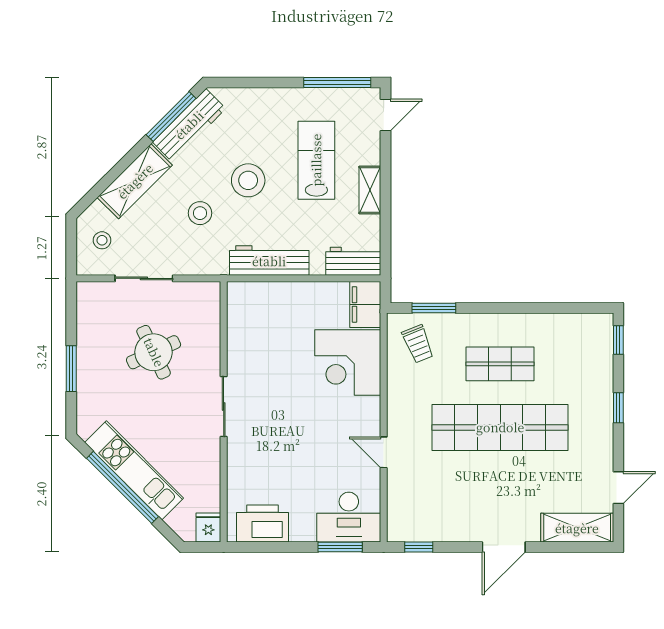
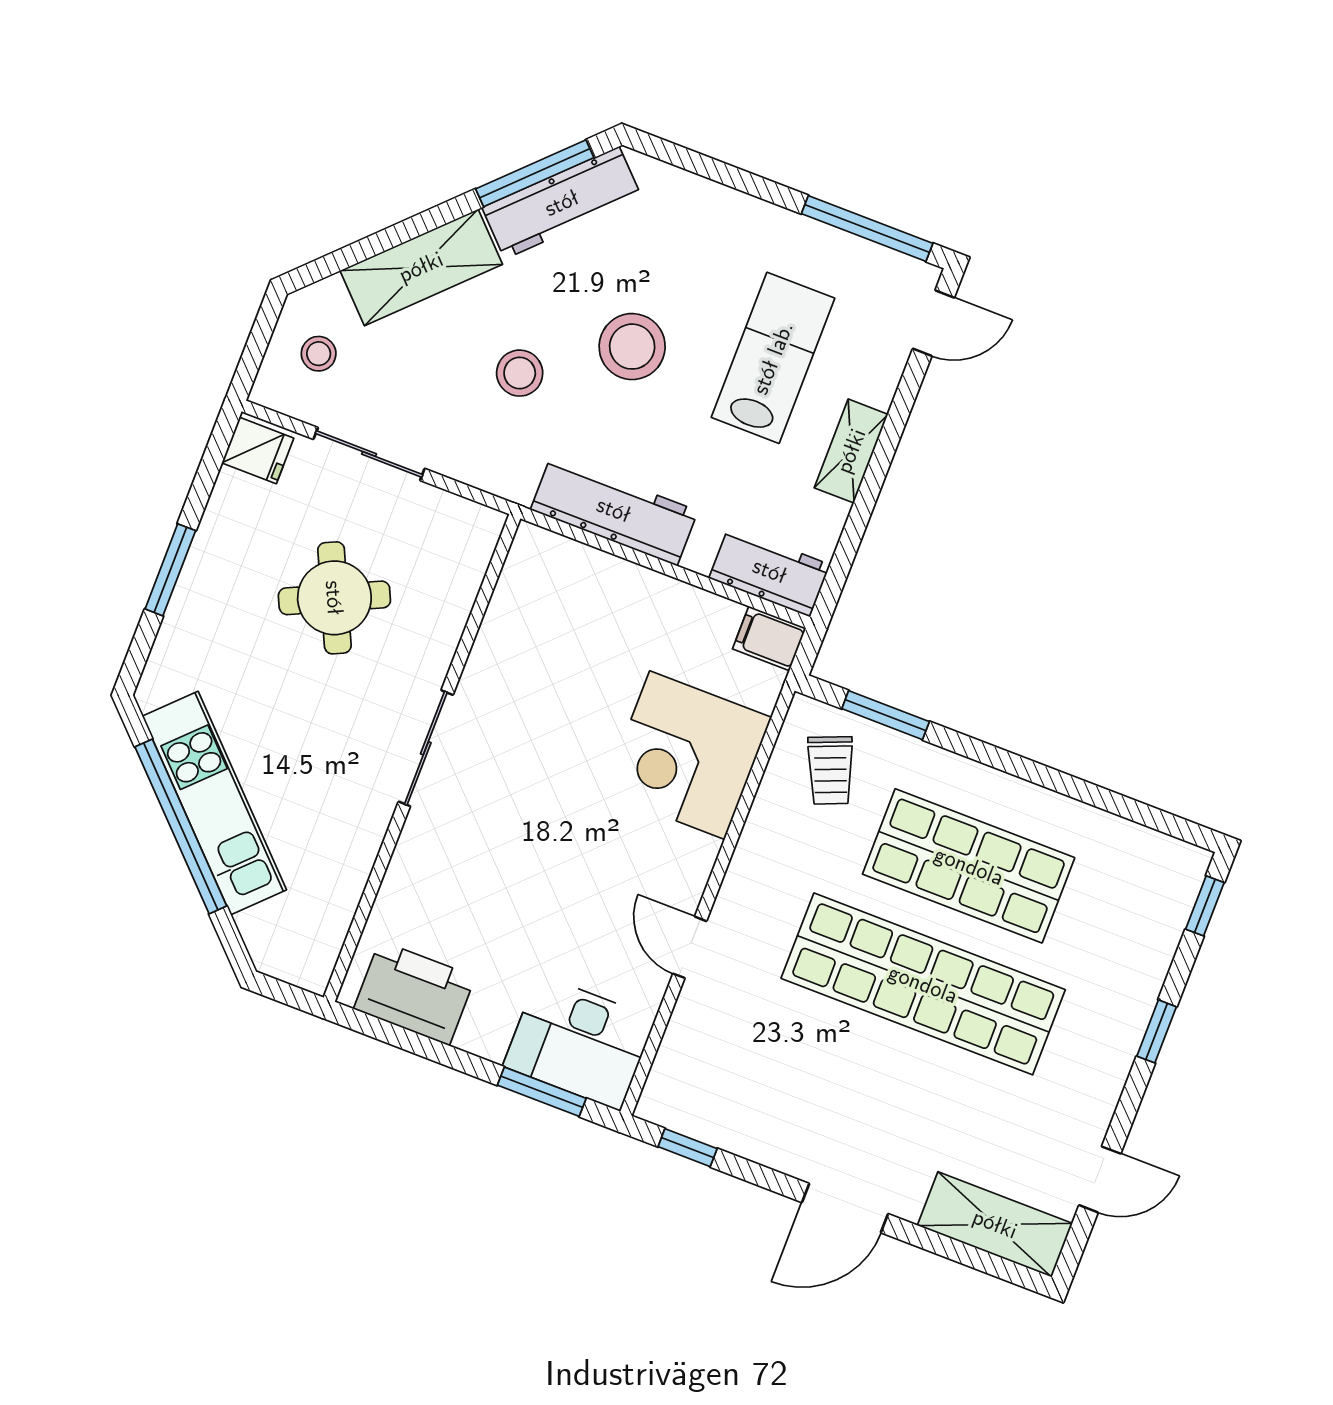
filing cabinet: (365, 304) -> (769, 638), width x0.50
shop shelf: (500, 364) -> (969, 866), width x1.43, depth x1.36
fridge: (208, 527) -> (258, 451), moved, turned 90

